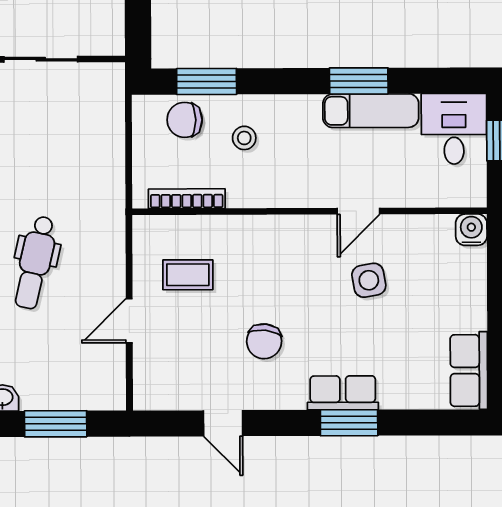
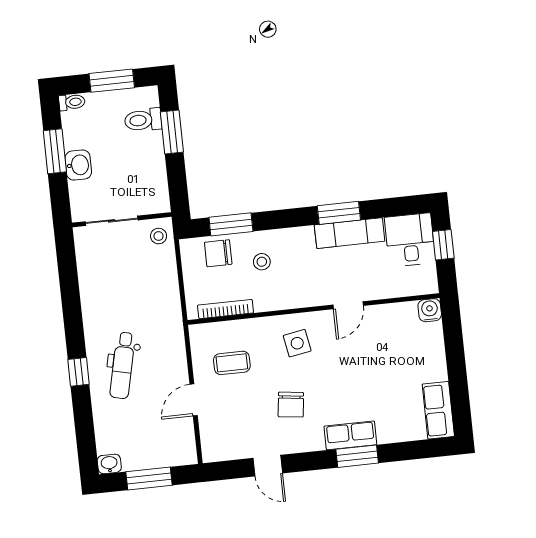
stool: (104, 87) -> (159, 236), added
side table: (369, 280) -> (297, 343), moved

